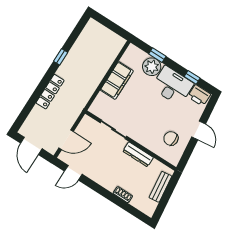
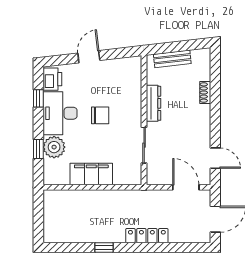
chair: (171, 138) -> (100, 115), moved, turned -90

